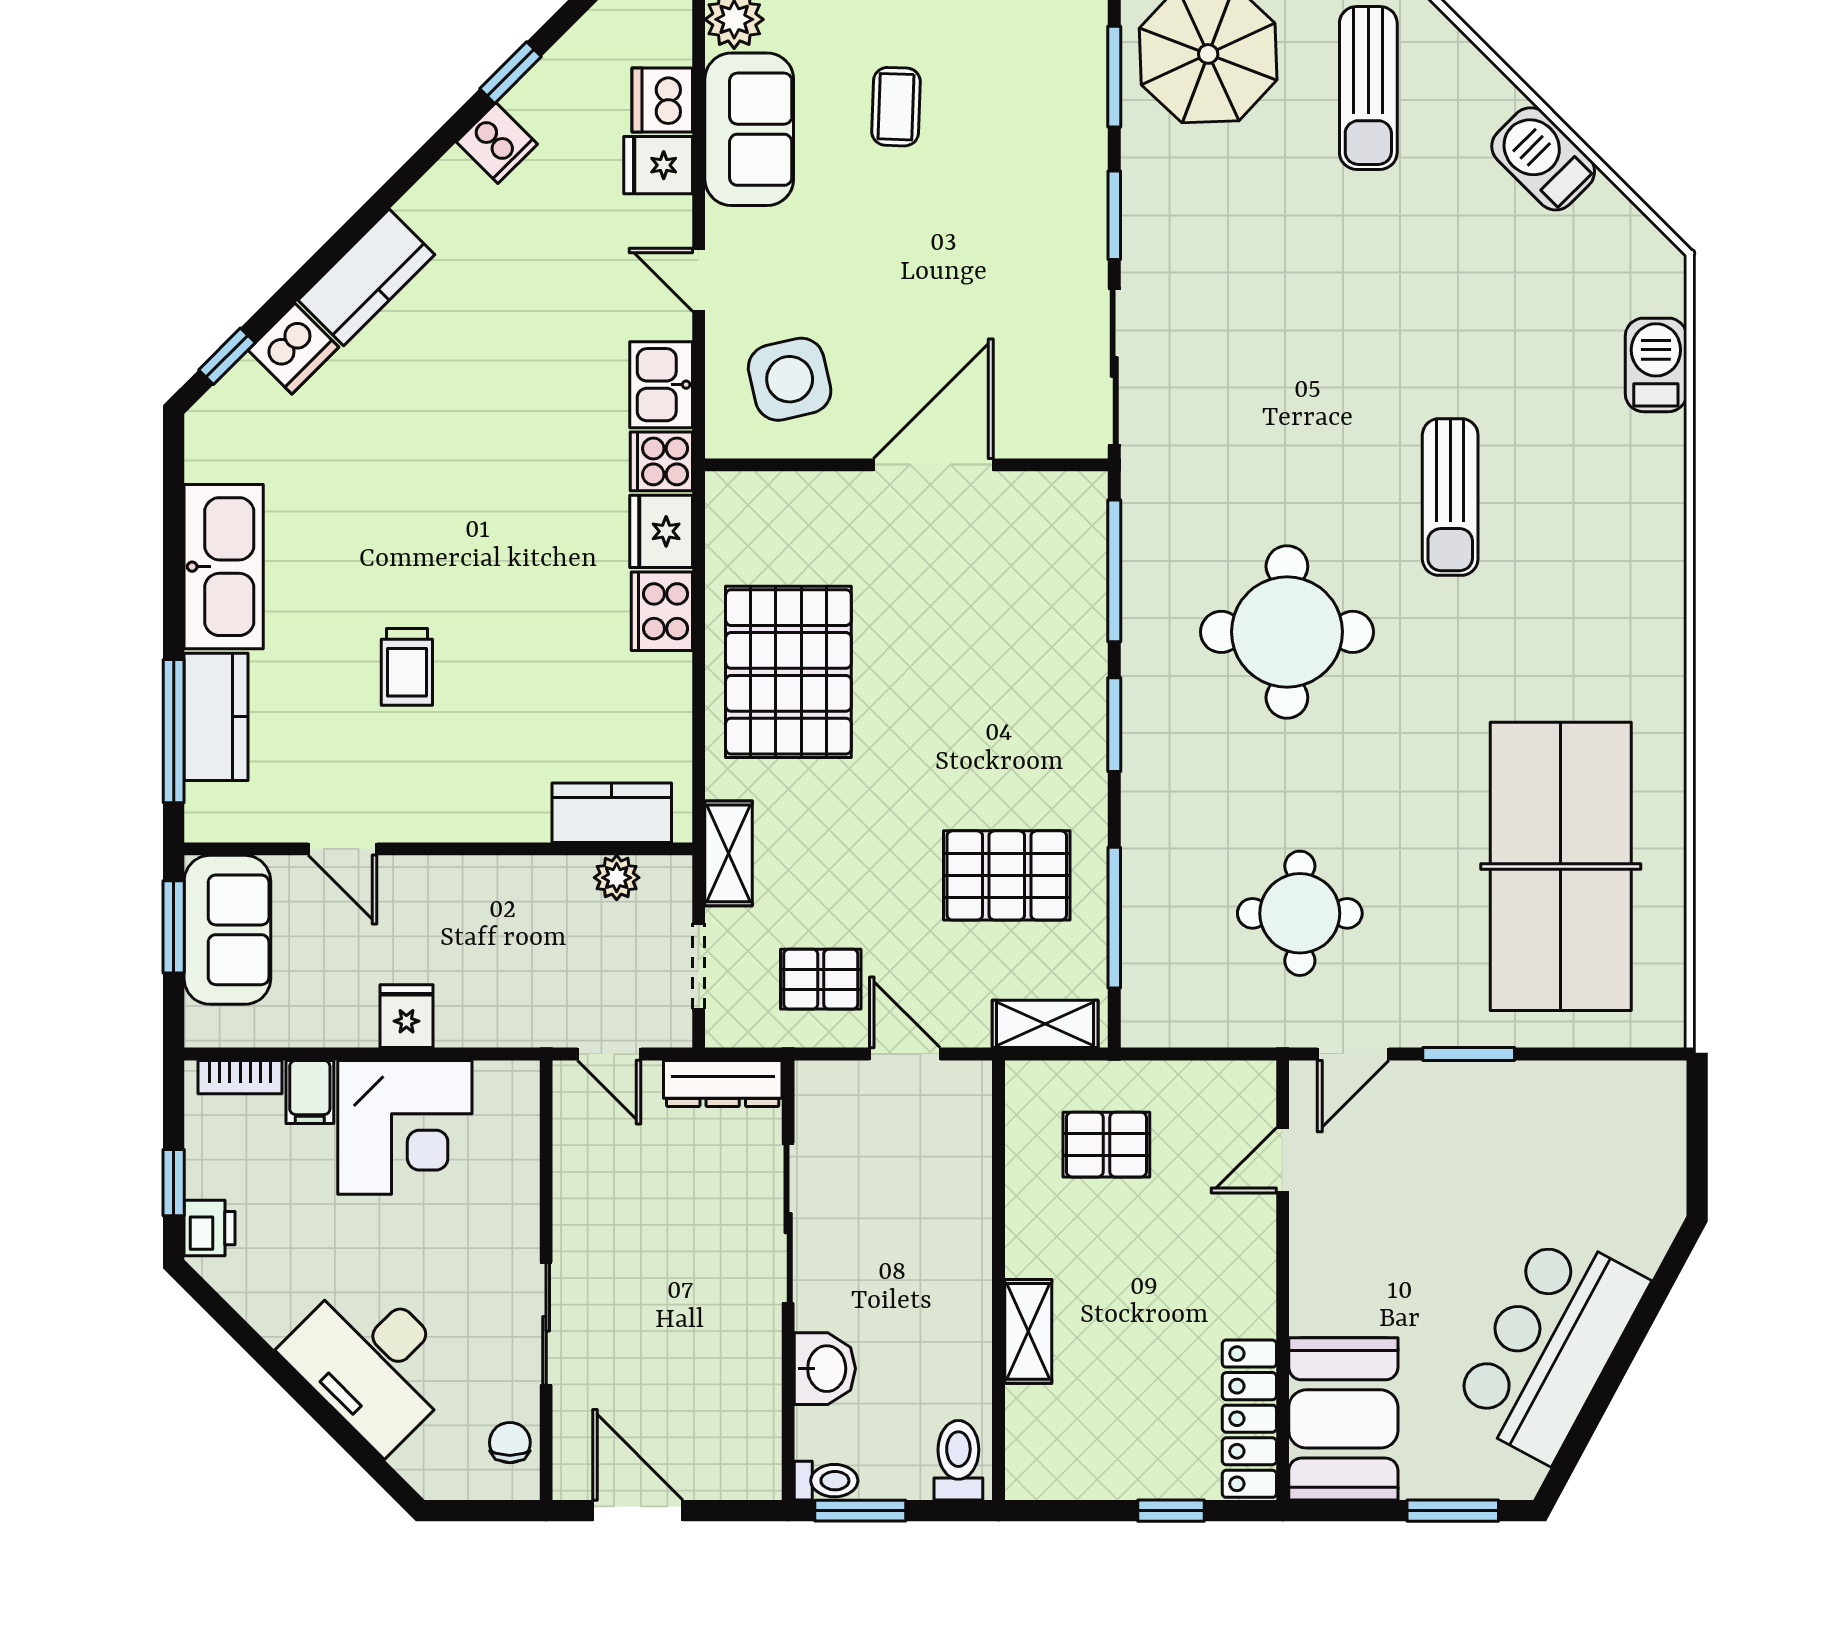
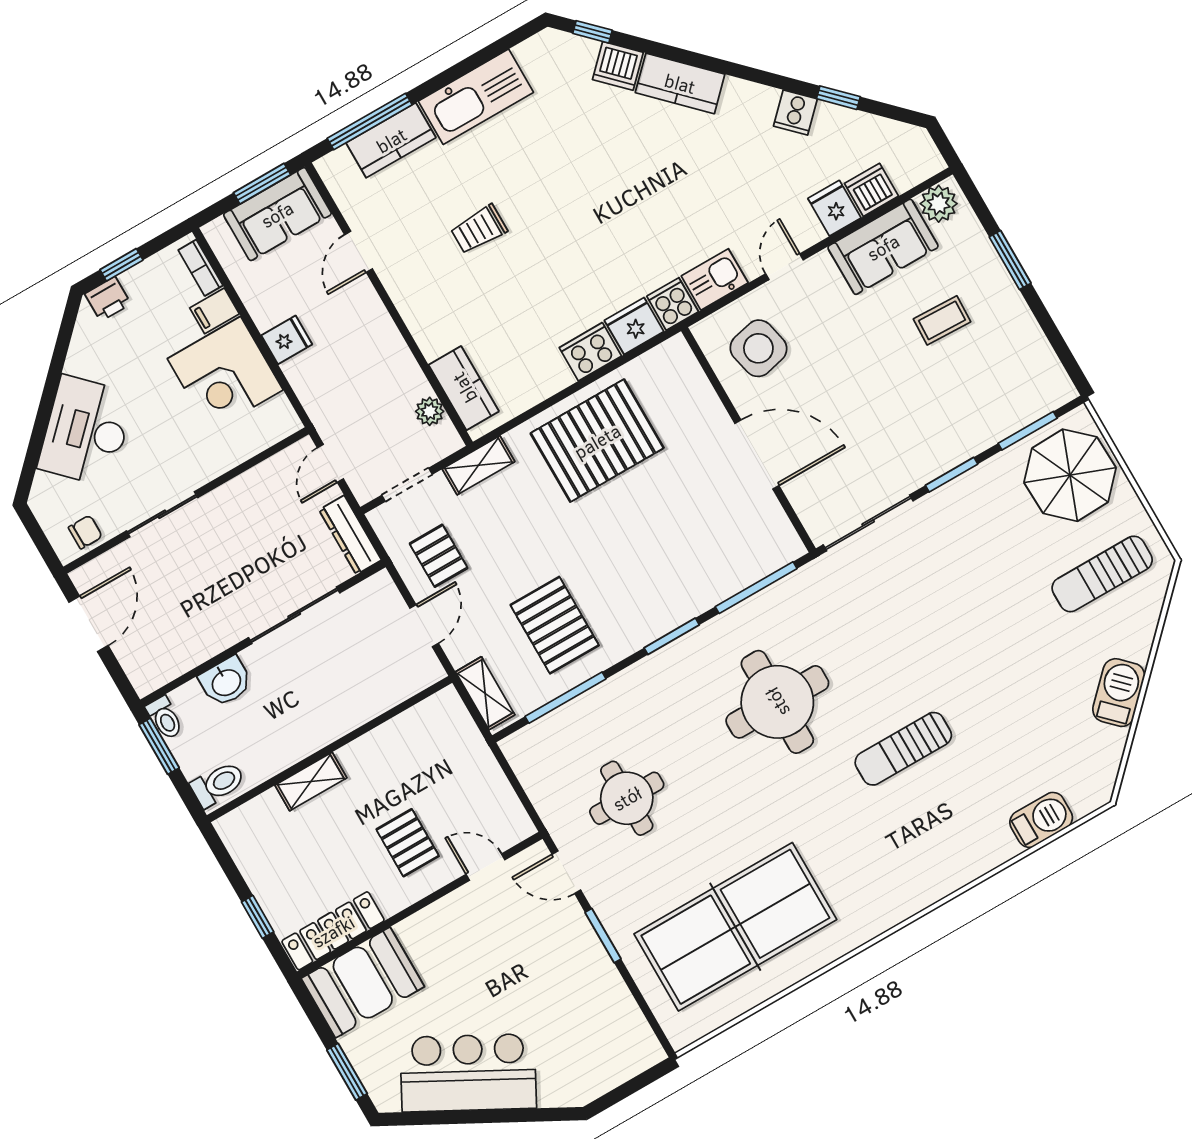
pallet: (1106, 1145) -> (408, 843), moved

